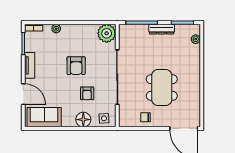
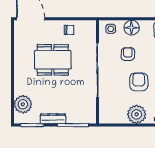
plant: (107, 33) -> (137, 114), moved
plant: (196, 39) -> (23, 104), width x1.88, depth x1.88
dining table: (162, 87) -> (53, 60), turned 90

